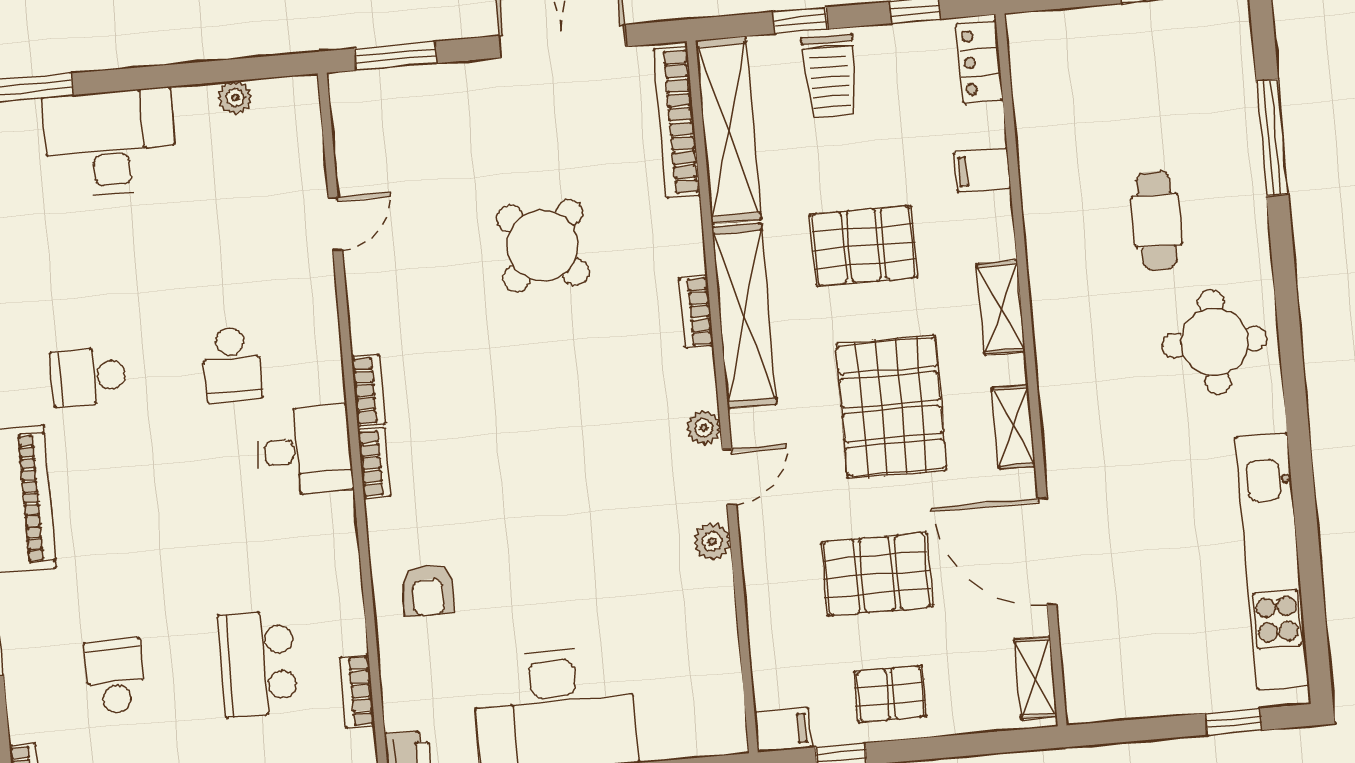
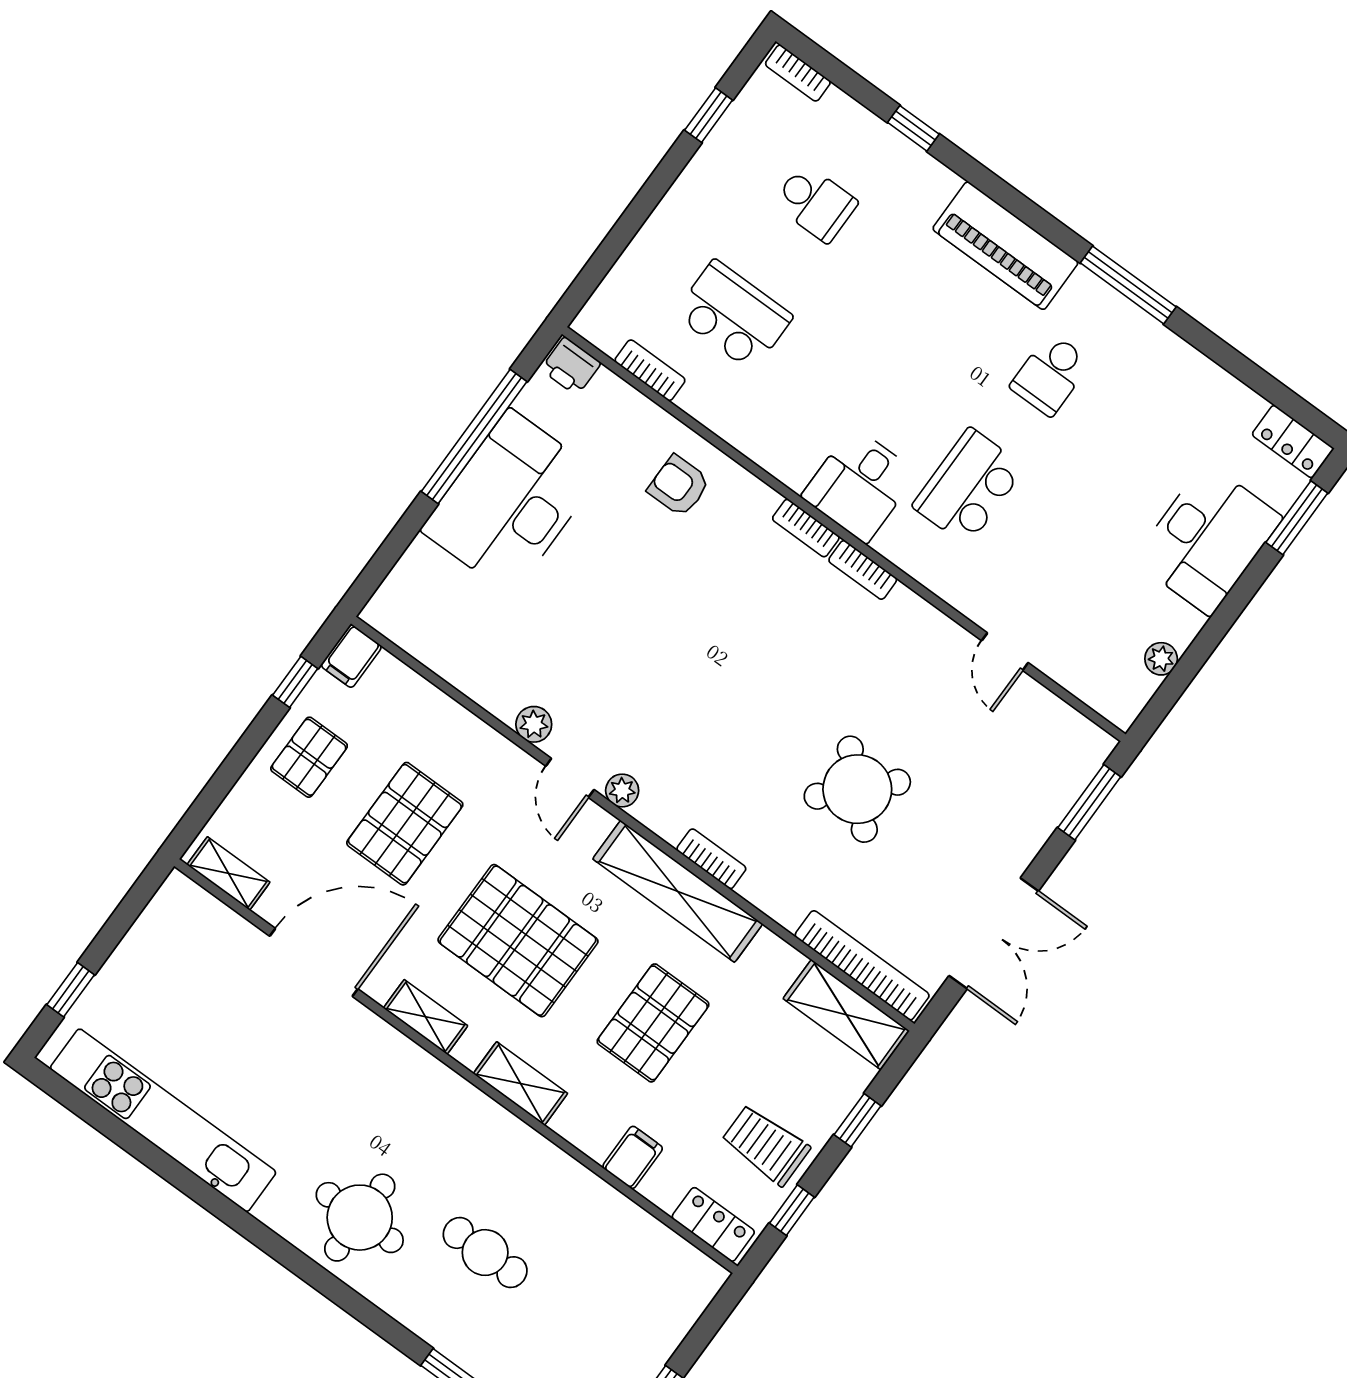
trolley: (830, 76) -> (766, 1145), moved
shelving: (728, 130) -> (846, 1015), width x0.68
school desk: (232, 364) -> (969, 487), width x1.85
school desk: (89, 377) -> (1050, 374), turned 180

